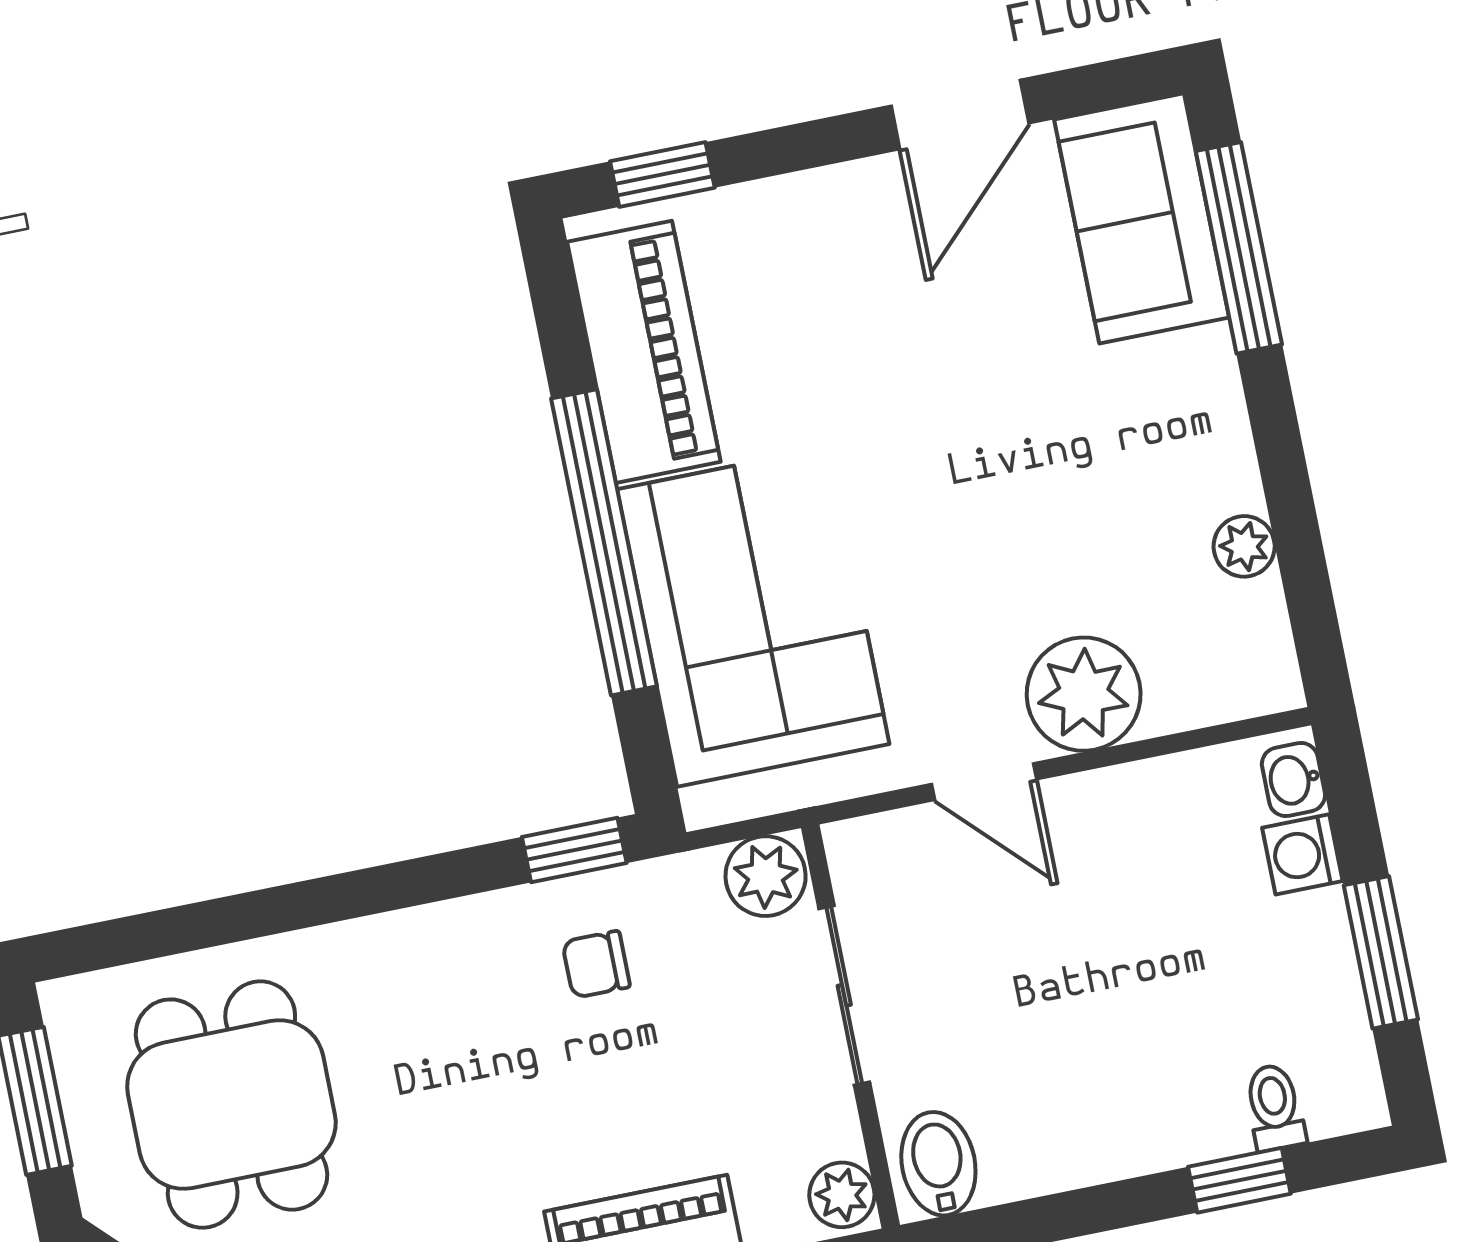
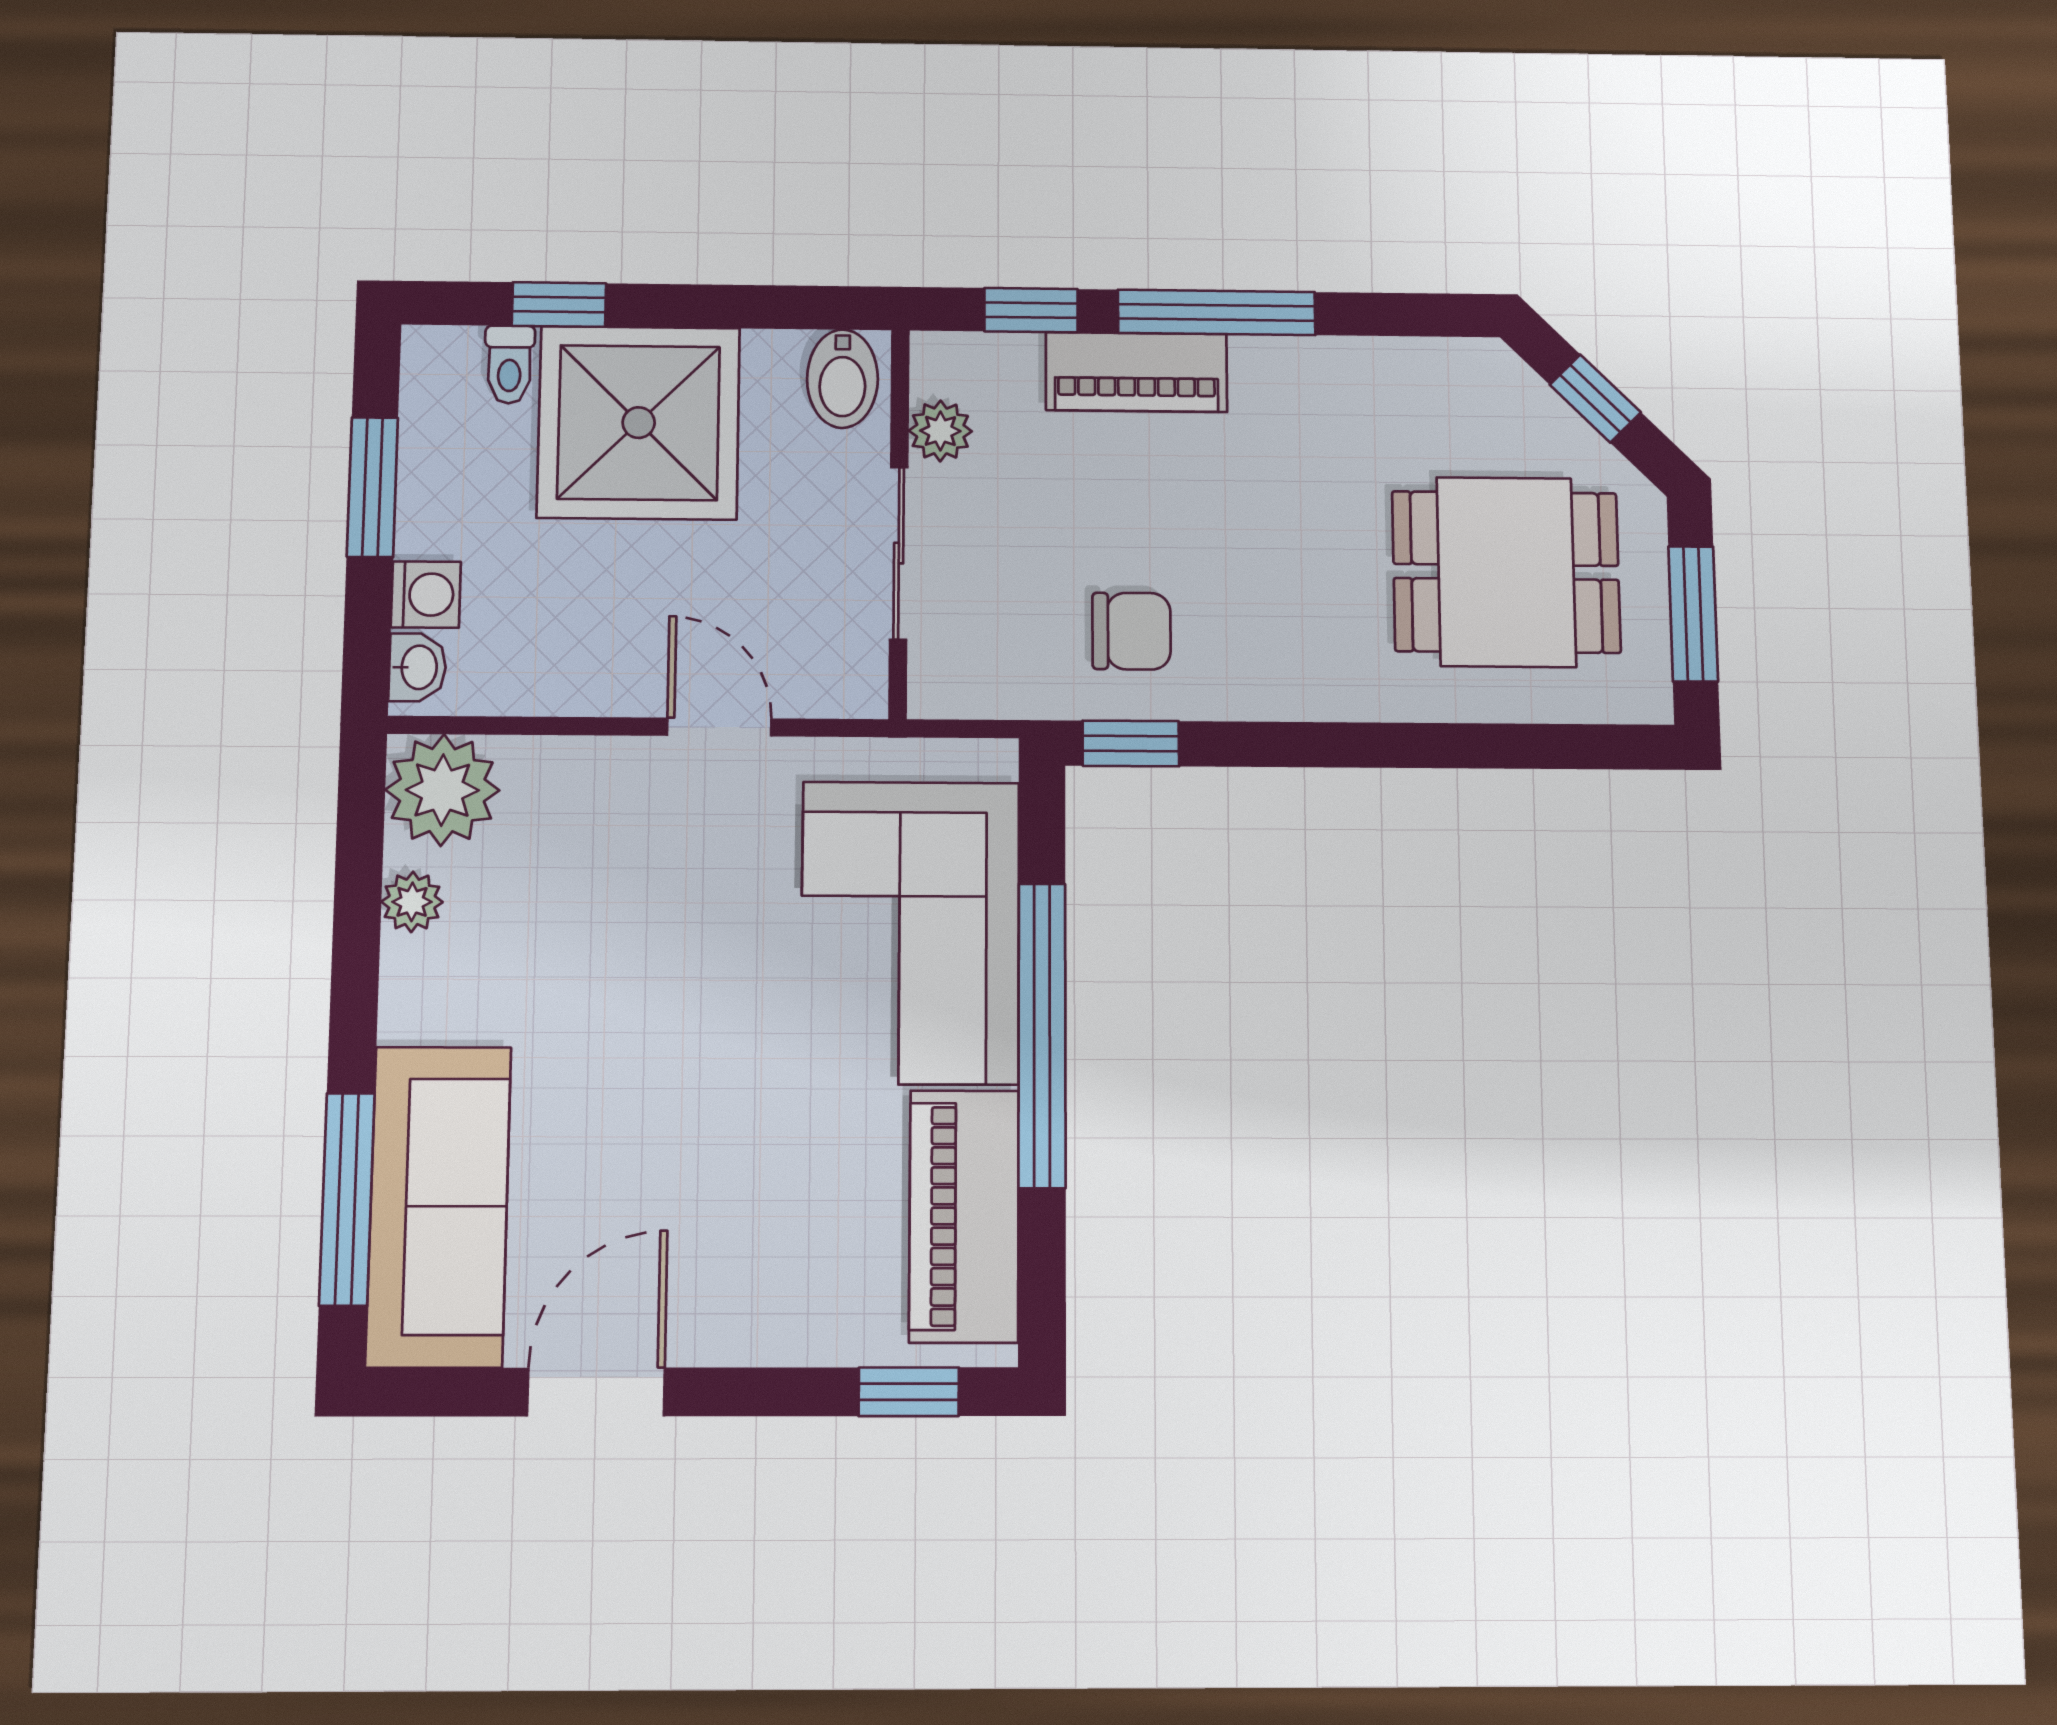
sofa: (1142, 218) -> (439, 1206), width x1.36
plant: (1084, 694) -> (442, 790), moved
plant: (766, 876) -> (951, 681), removed
chair: (596, 964) -> (1131, 631), width x1.37, depth x1.37
shower: (1132, 1075) -> (639, 423), added
dining table: (231, 1105) -> (1506, 572), turned 90
plant: (842, 1195) -> (940, 431), moved

